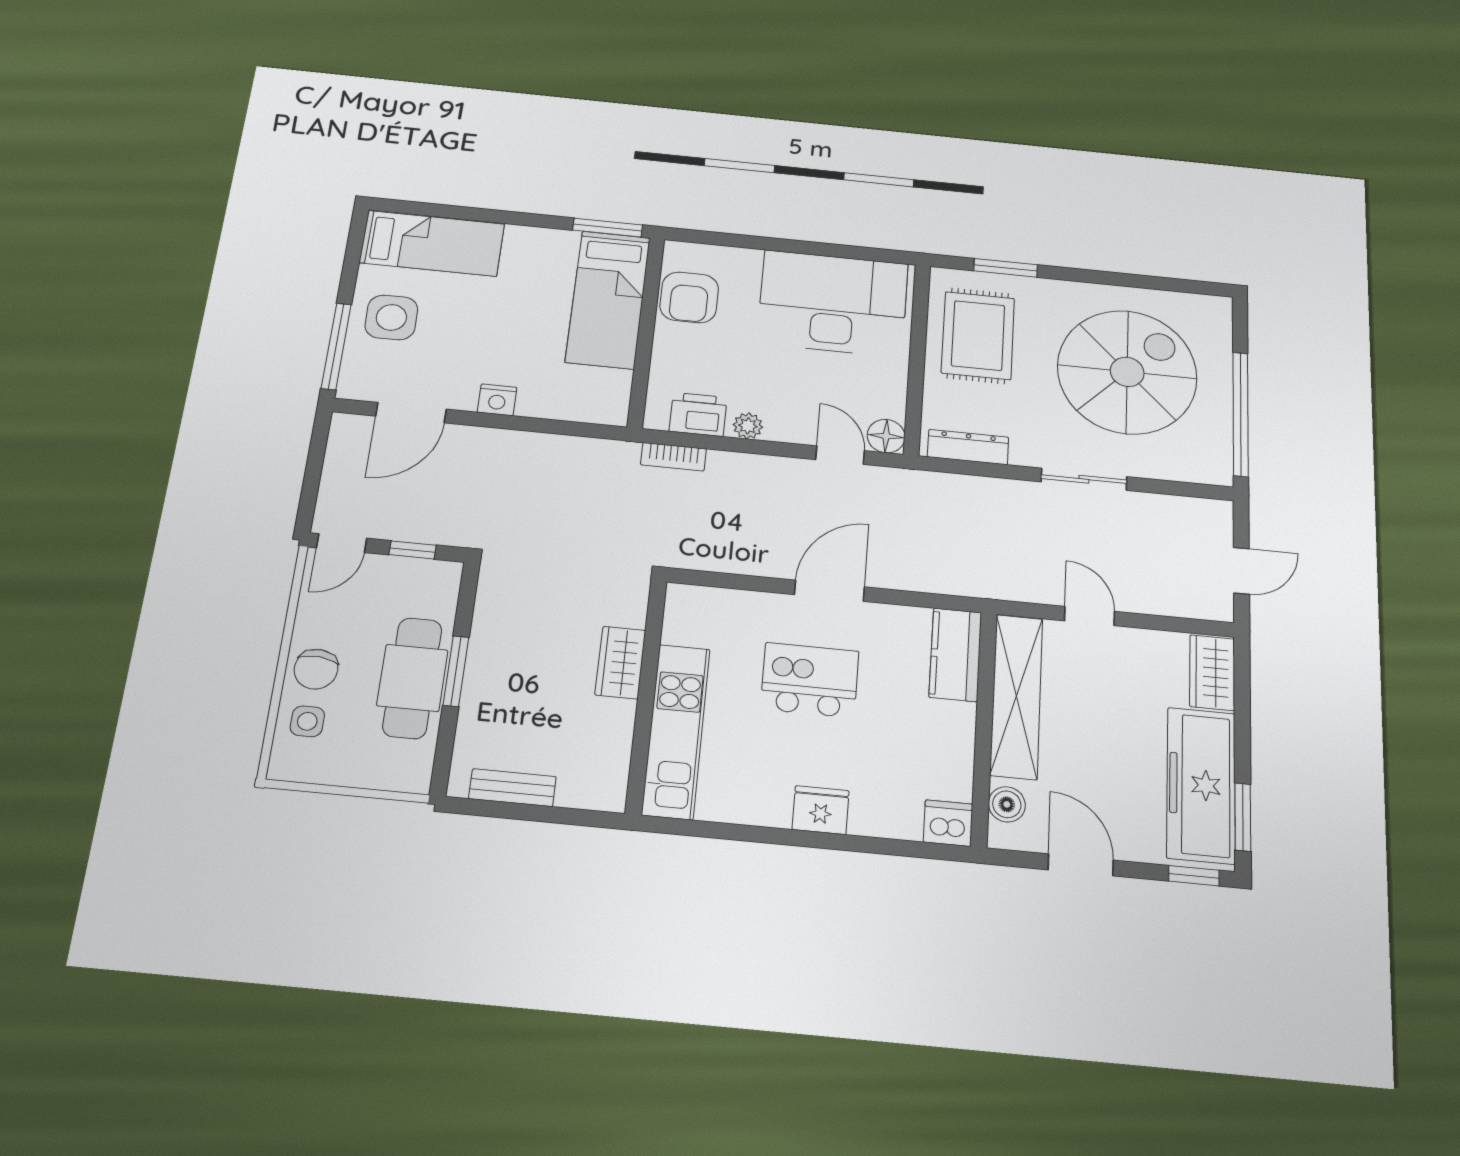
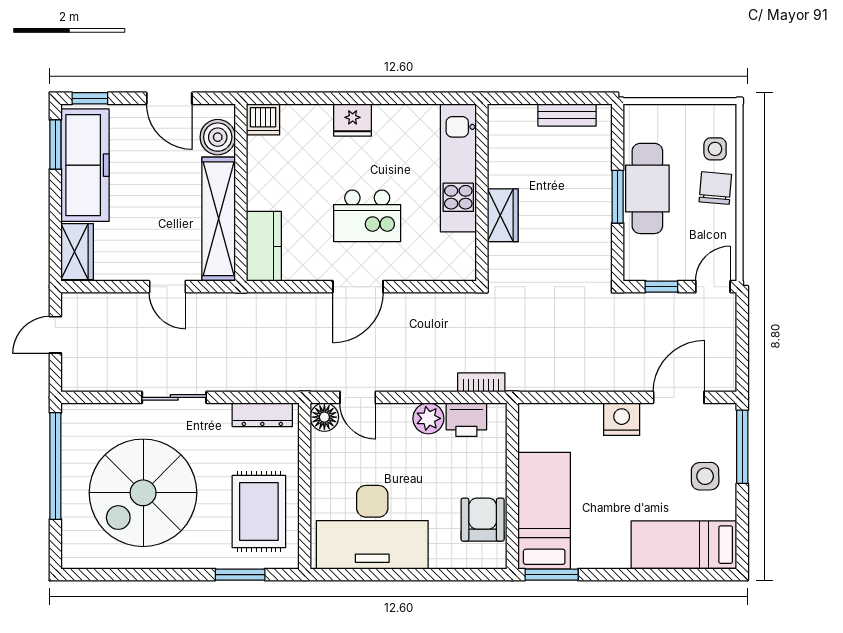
side table: (391, 317) -> (705, 476), width x0.73, depth x0.73
nightstand: (497, 400) -> (622, 419), width x1.36, depth x1.33
plant: (748, 426) -> (428, 418), width x1.38, depth x1.38
boiler: (1007, 804) -> (218, 137), width x1.36, depth x1.36

